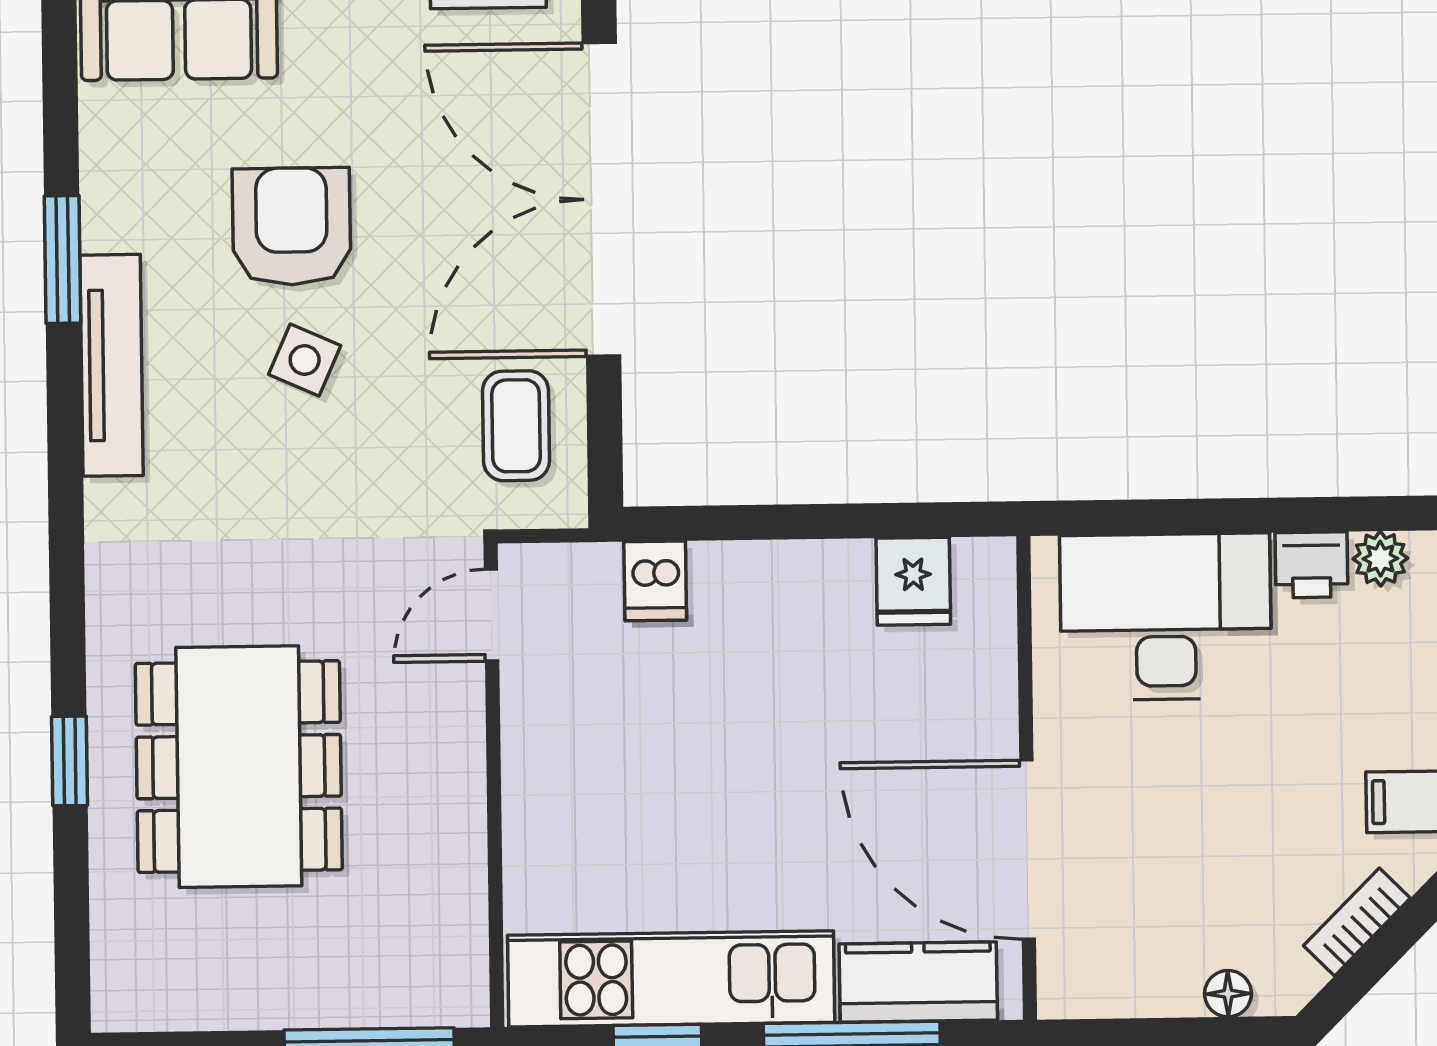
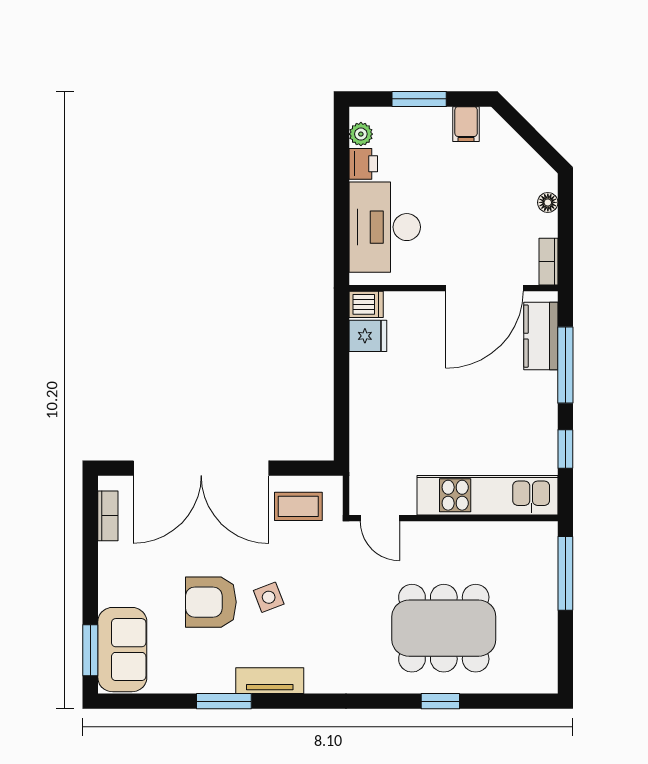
side table: (305, 360) -> (269, 597), turned 45
tv unit: (112, 365) -> (270, 681), width x0.71
dishwasher: (655, 581) -> (366, 304), moved
bookcase: (1357, 922) -> (548, 262), moved, turned 45
kitchen unit: (671, 979) -> (487, 495), moved, turned 90

